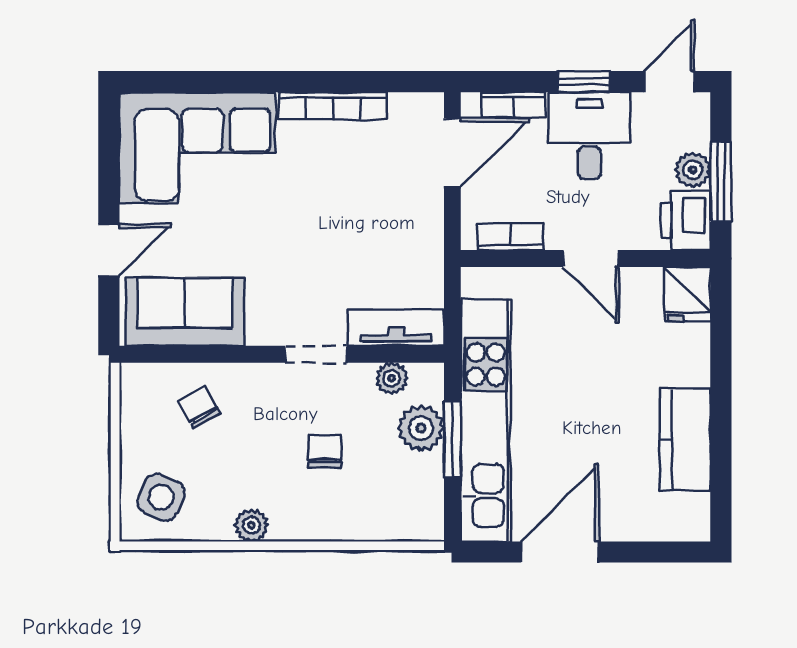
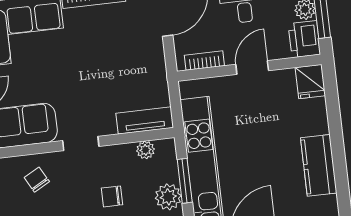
door: (591, 259) -> (252, 67), swing flipped
doorway: (316, 354) -> (81, 144), moved
plant: (421, 428) -> (168, 197), moved
chair: (325, 451) -> (112, 196), turned -90

